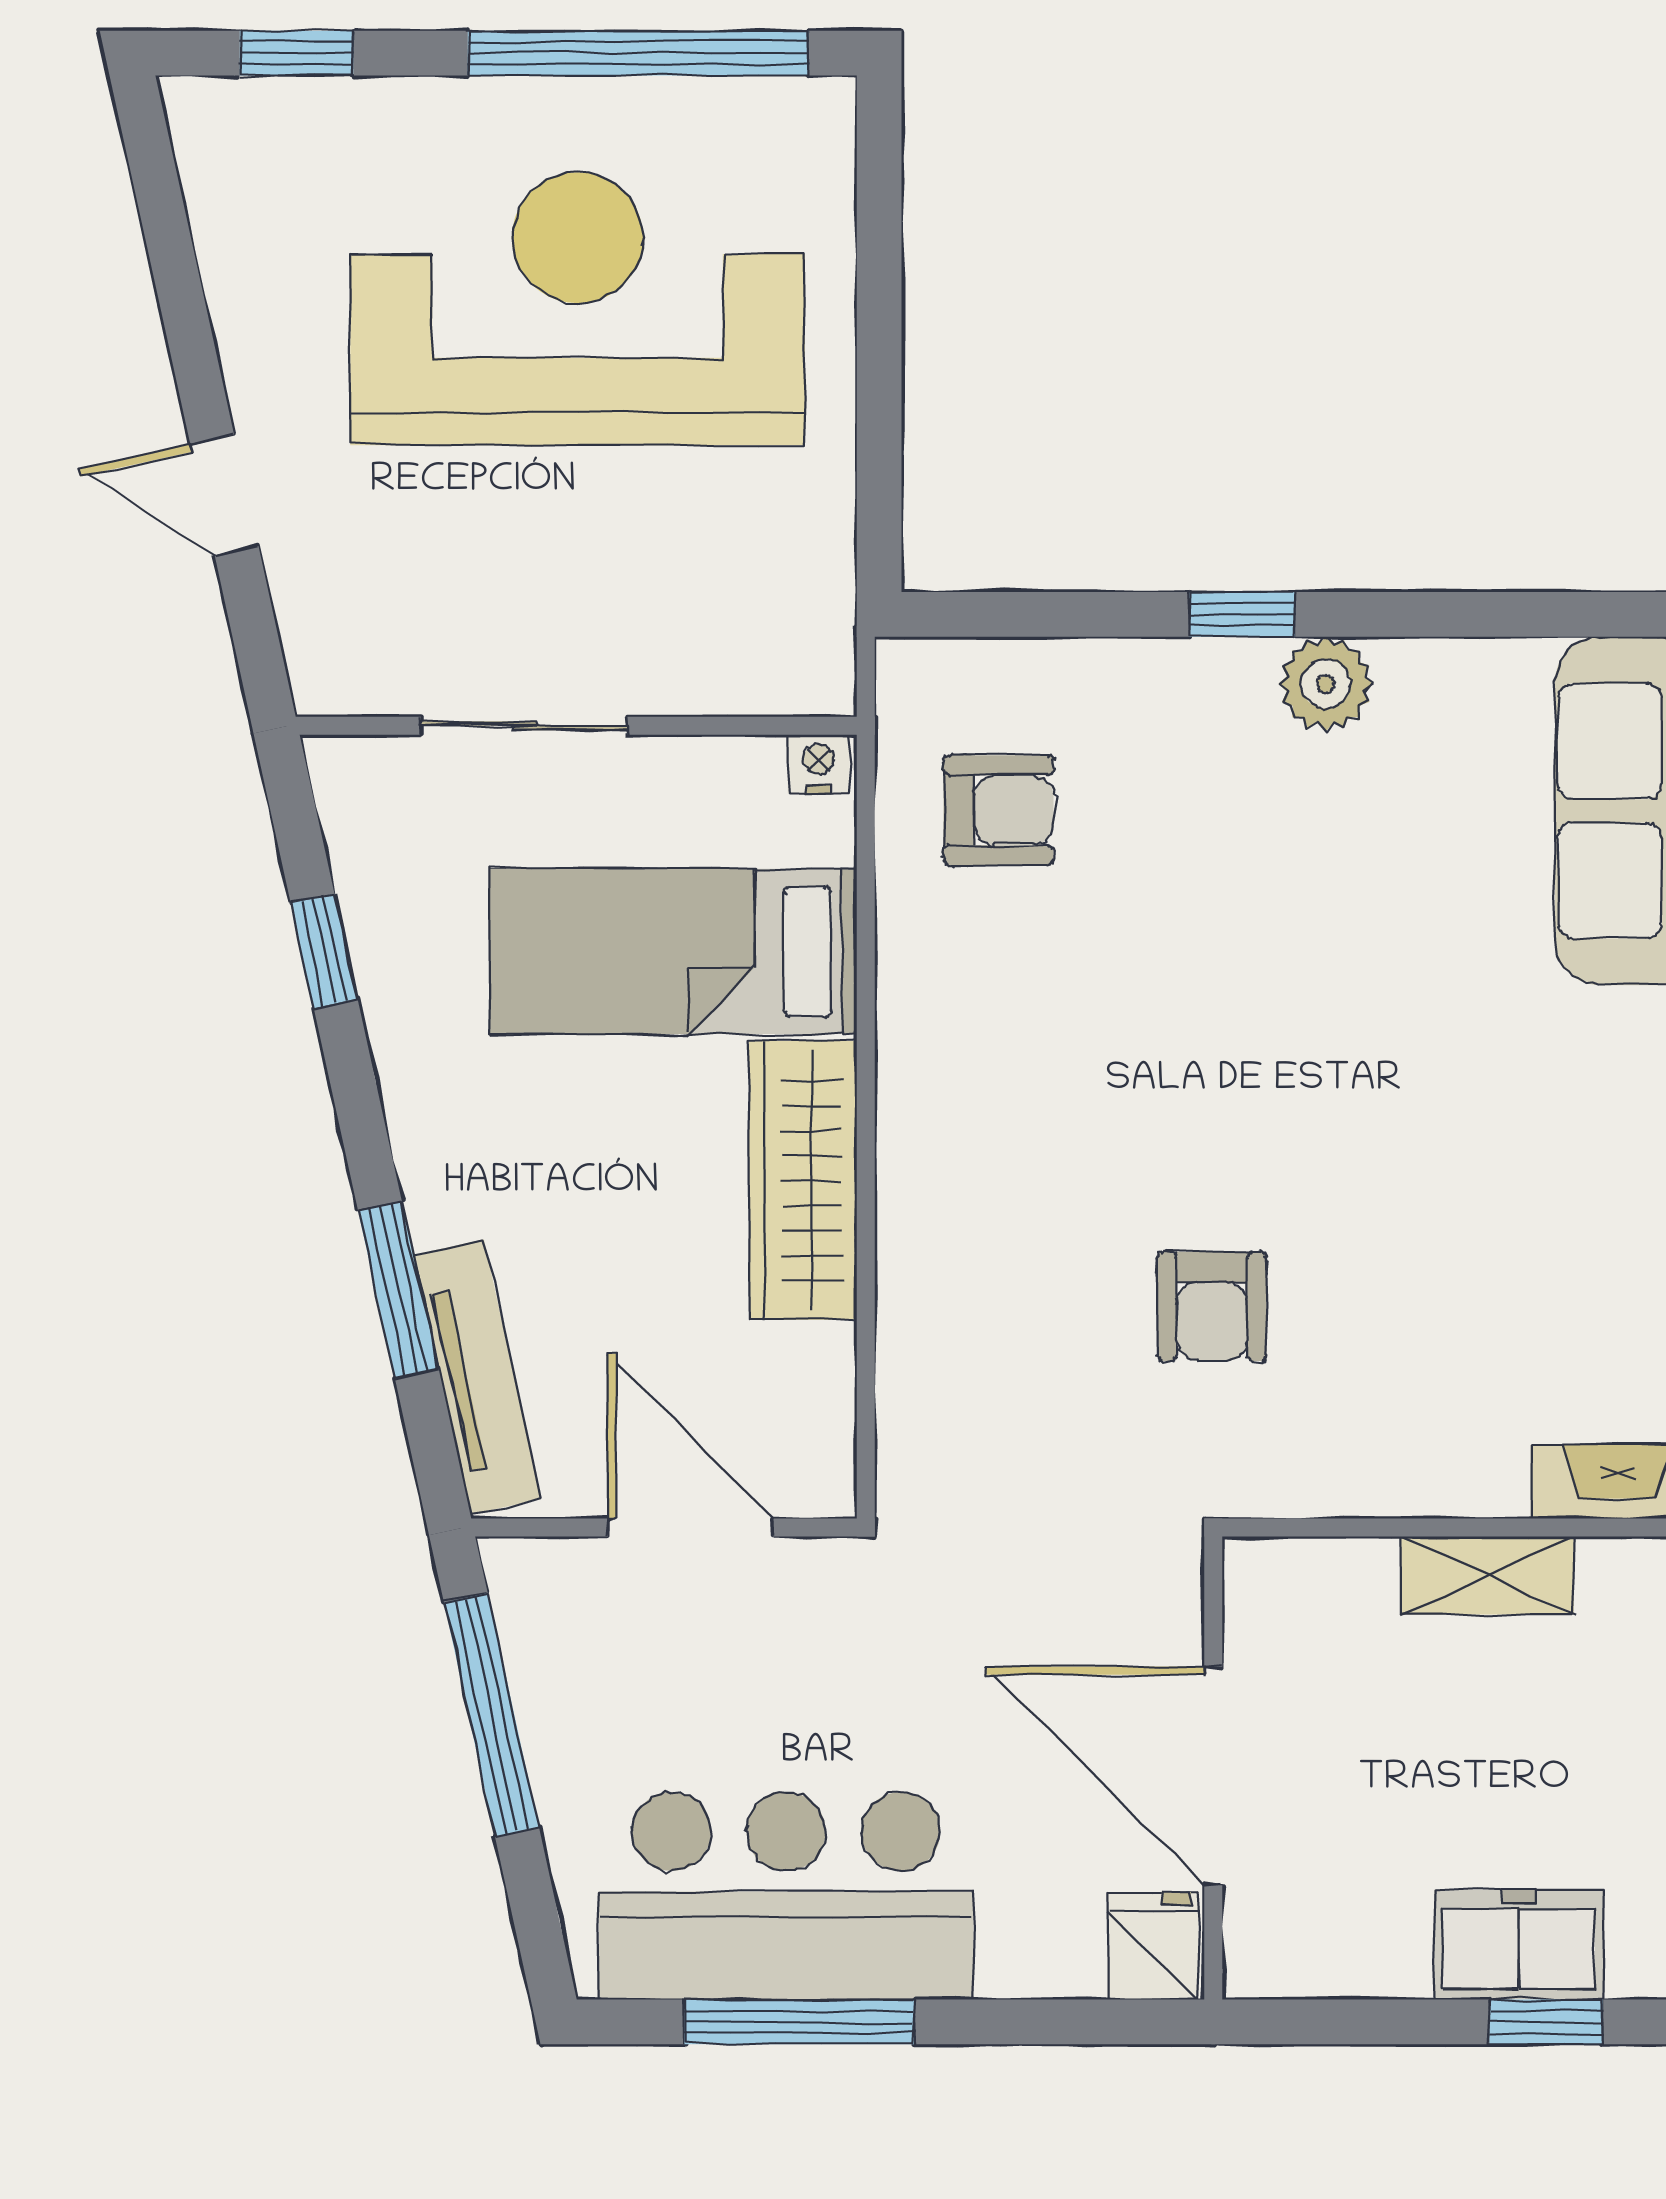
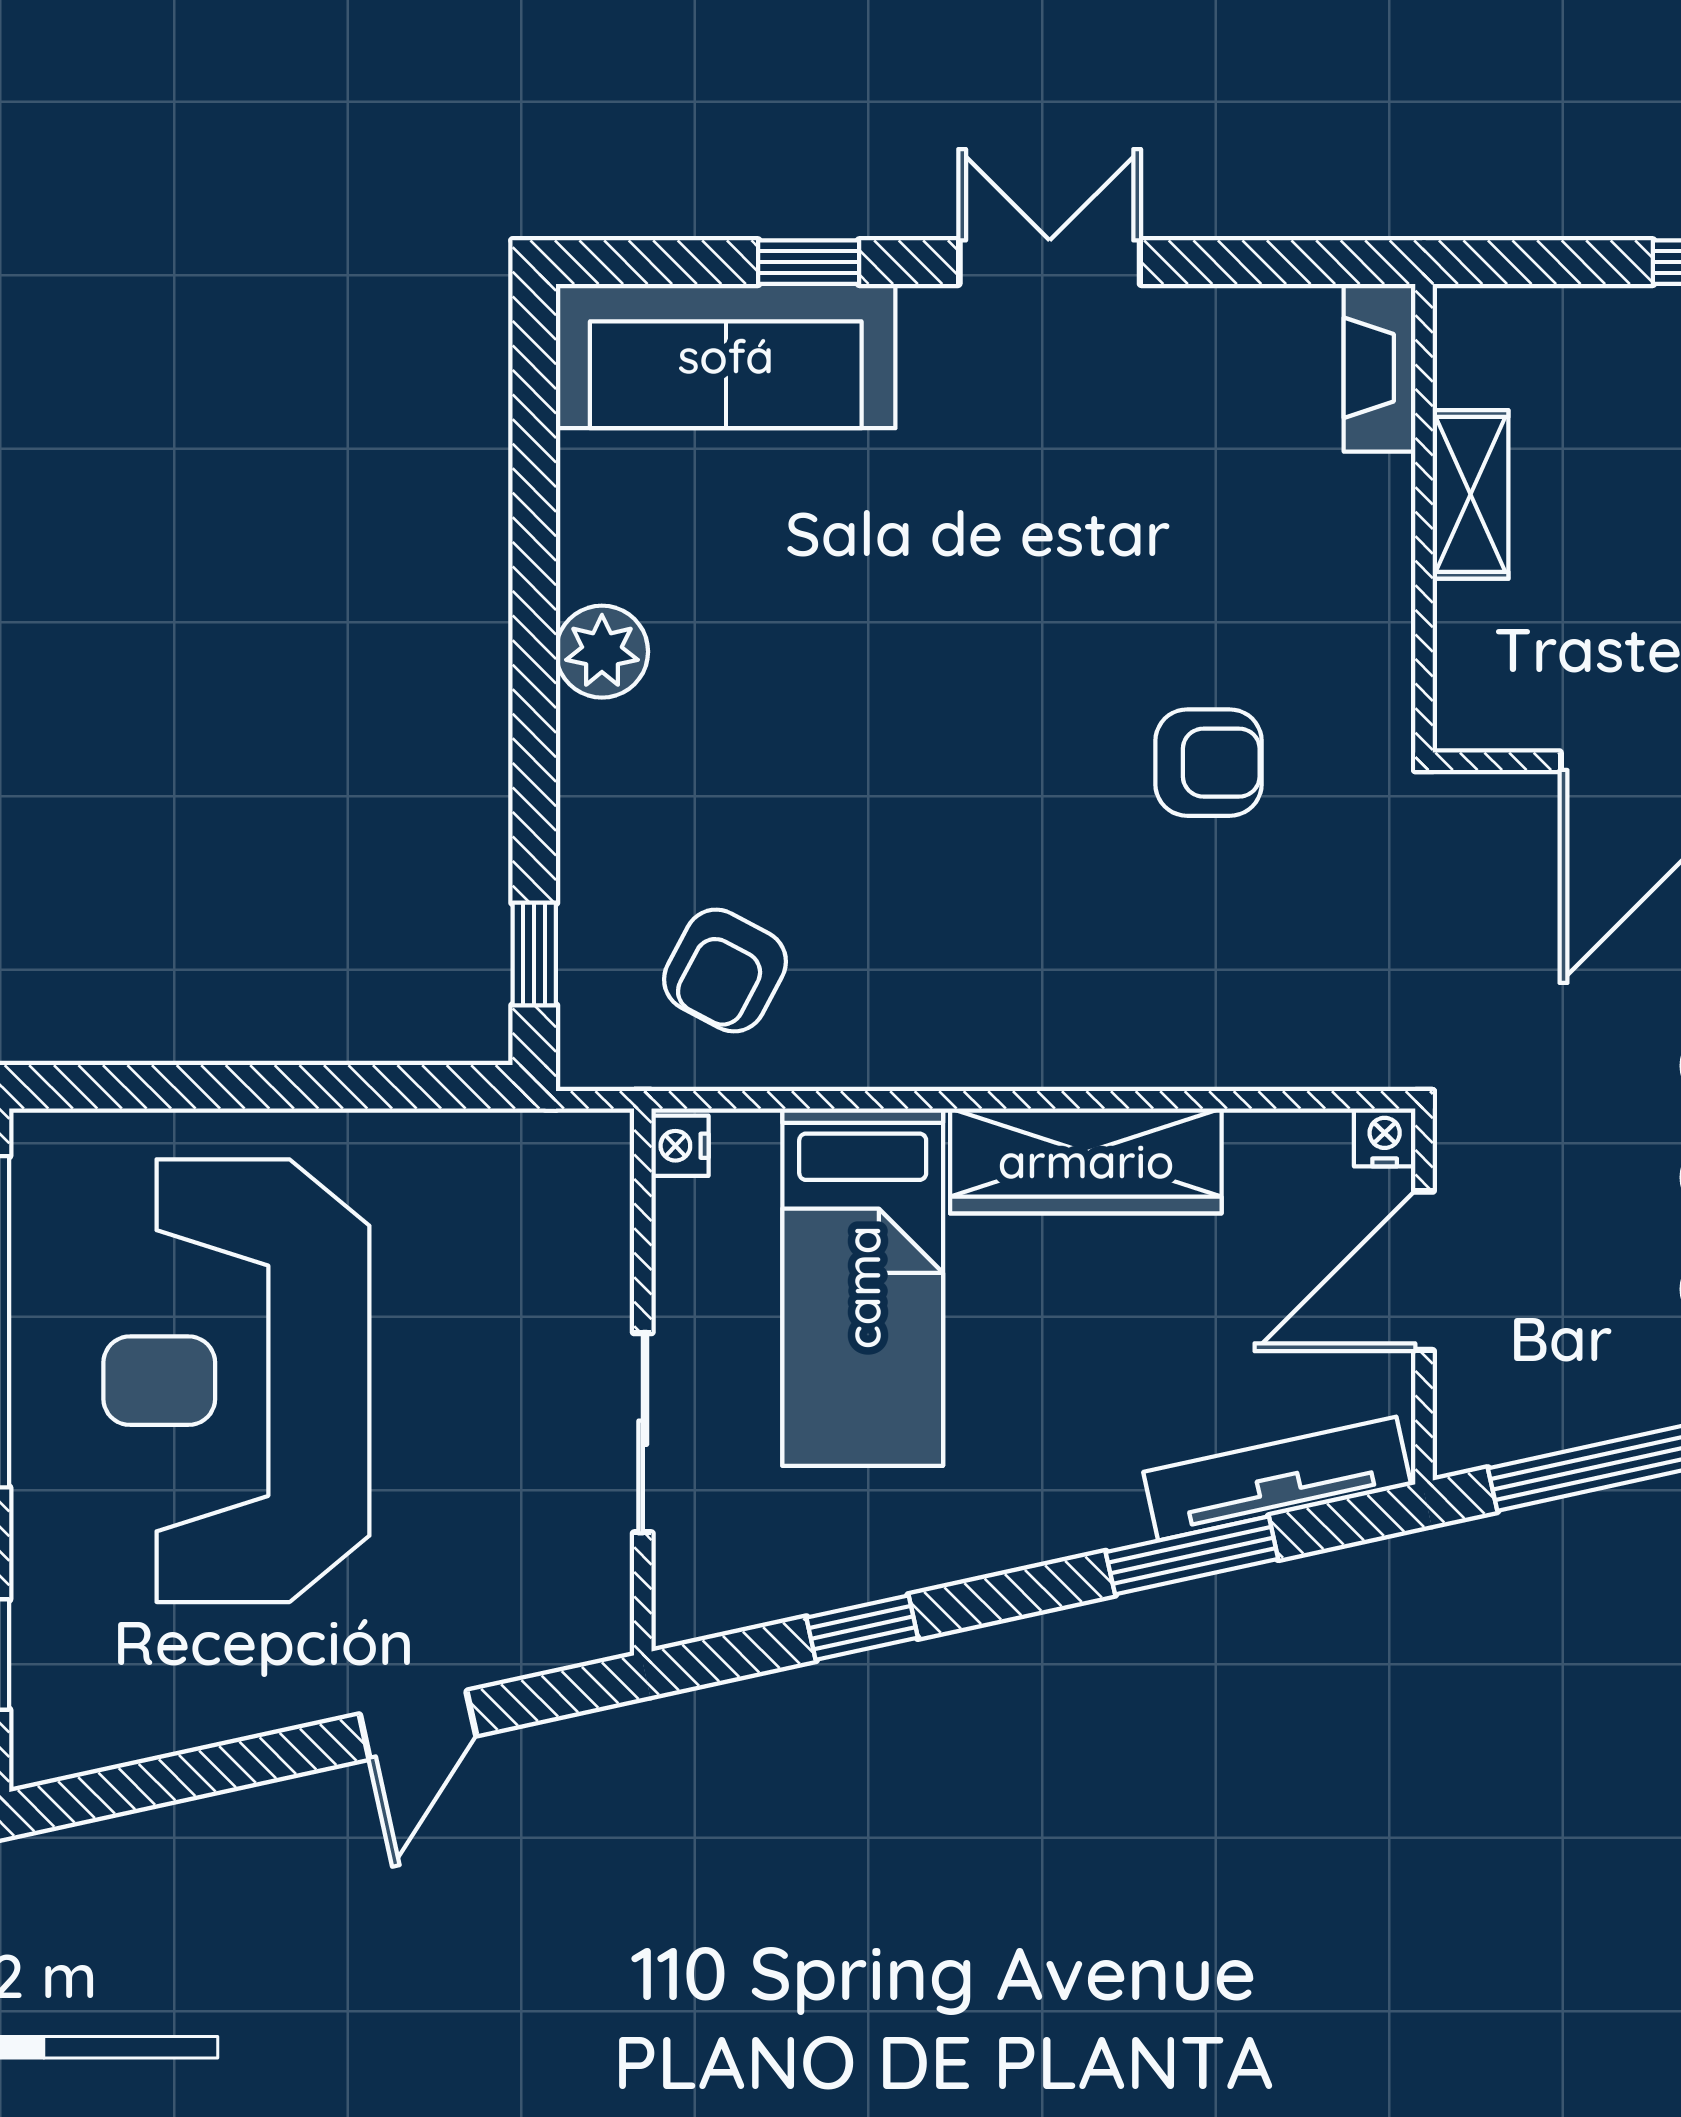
window: (1242, 614) -> (534, 954), moved
armchair: (999, 810) -> (725, 970), turned -152
nightstand: (827, 1487) -> (1385, 1137), added

